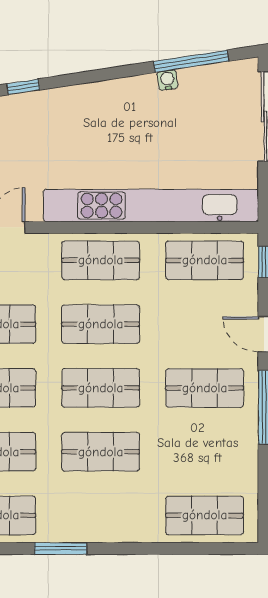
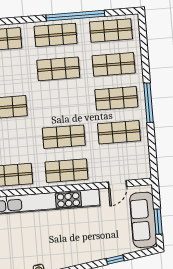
shop shelf: (101, 388) -> (56, 35), moved
window: (61, 548) -> (75, 16), width x2.11

